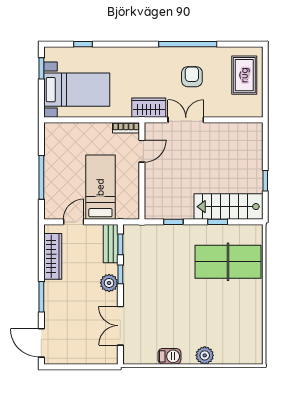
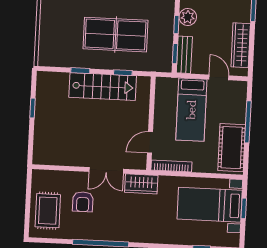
window: (41, 68) -> (244, 208), moved
armchair: (192, 77) -> (83, 202), moved
bookcase: (126, 128) -> (171, 166), width x1.56
cot: (57, 150) -> (232, 148), added
stairs: (228, 207) -> (103, 87), moved
door: (74, 222) -> (219, 77), swing flipped
table tennis table: (228, 262) -> (115, 35), moved

